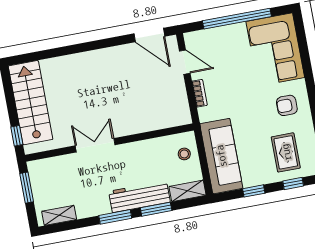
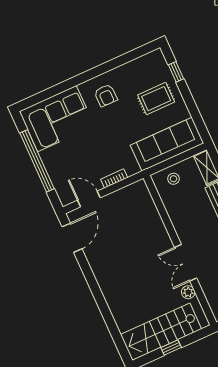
door: (185, 62) -> (89, 199), hinge flipped
window: (17, 136) -> (171, 348), moved
plant: (64, 140) -> (188, 292), added
rug: (286, 152) -> (156, 99), moved
window: (254, 191) -> (192, 106), removed

